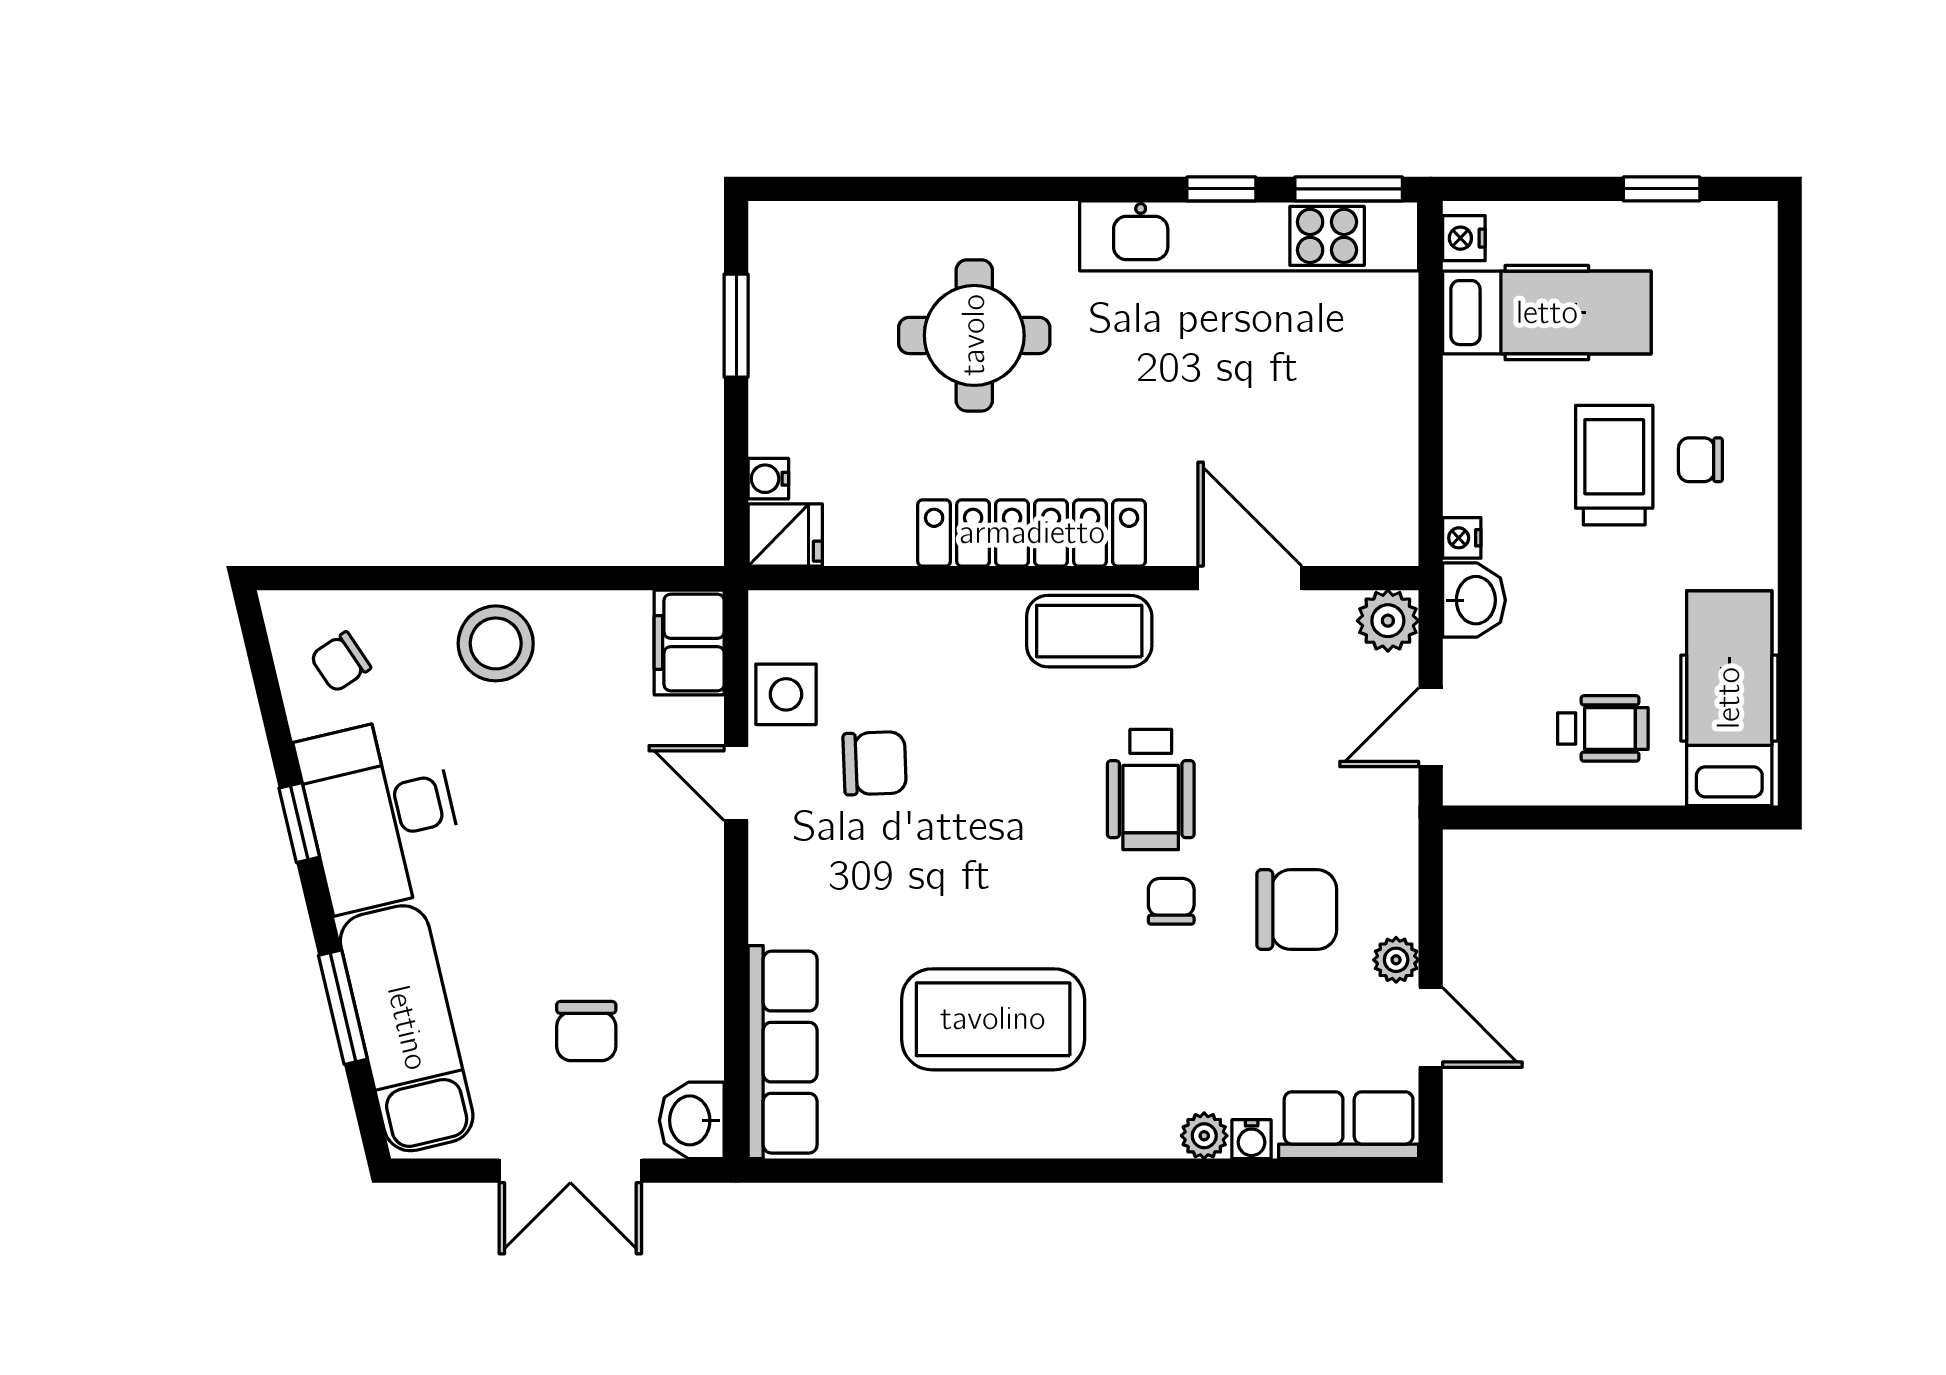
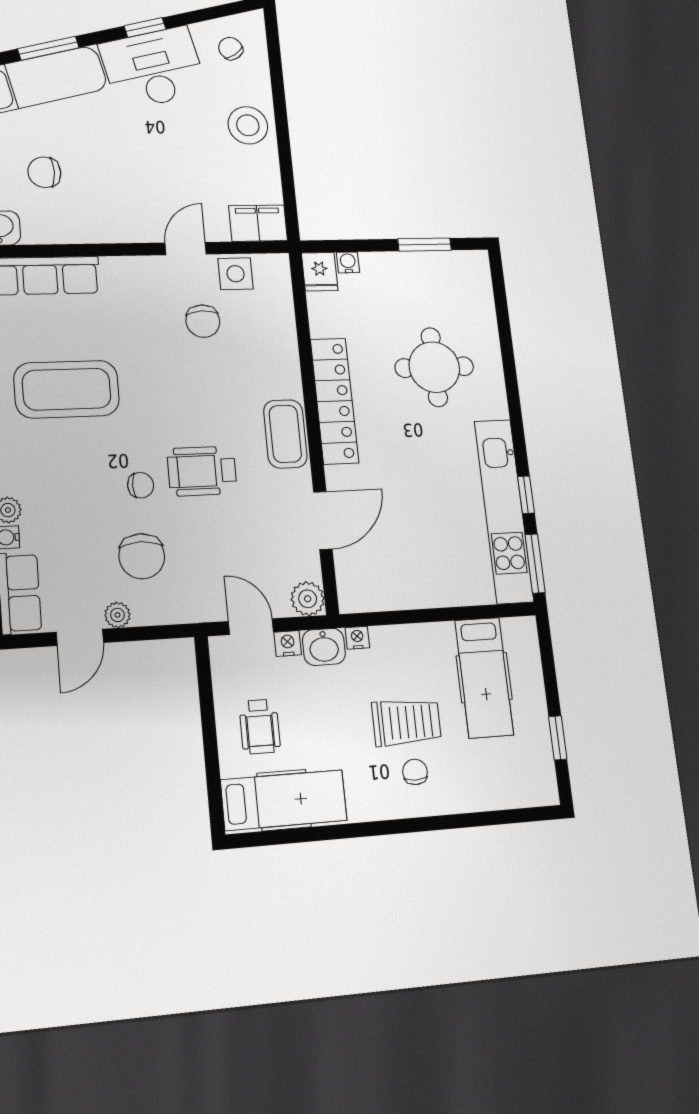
nightstand: (1464, 238) -> (288, 643), moved
coffee table: (993, 1019) -> (67, 389), turned 90

